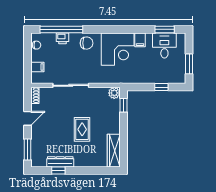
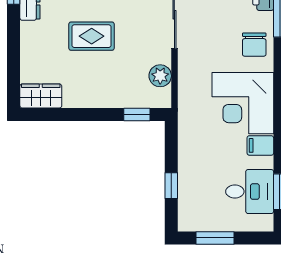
plant: (114, 93) -> (160, 76), moved
wardrobe: (114, 151) -> (41, 96), width x0.67

